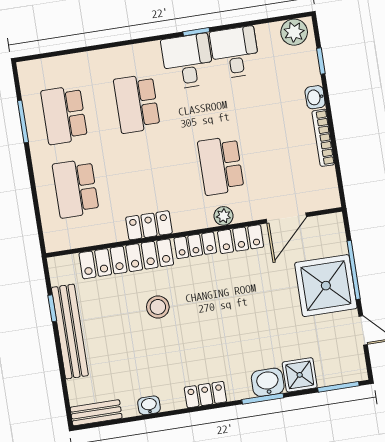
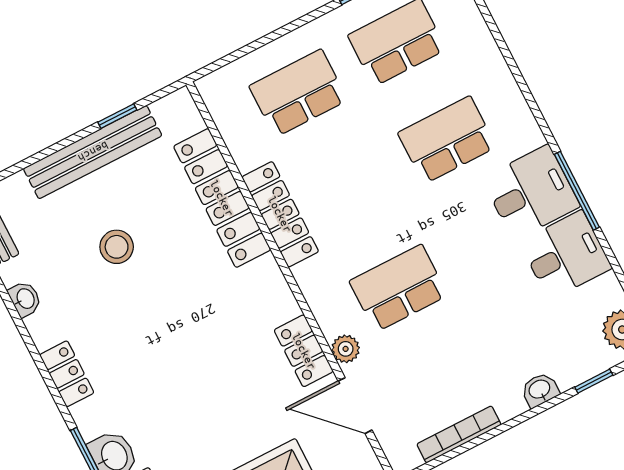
window: (196, 32) -> (577, 191), width x2.17
bookcase: (323, 138) -> (459, 434), moved
plant: (223, 216) -> (346, 349), moved
locker: (149, 225) -> (280, 214), width x1.53
locker: (195, 245) -> (274, 289), removed
stool: (158, 307) -> (117, 247), moved

